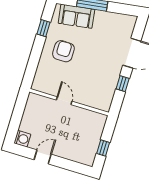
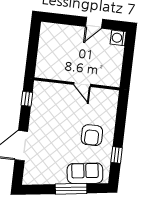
window: (123, 84) -> (27, 99), moved
window: (103, 148) -> (33, 43), removed

